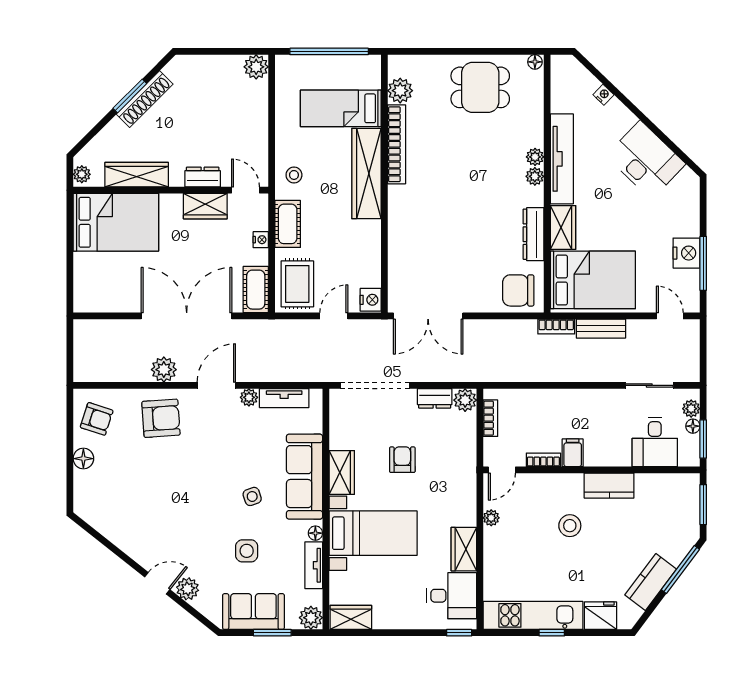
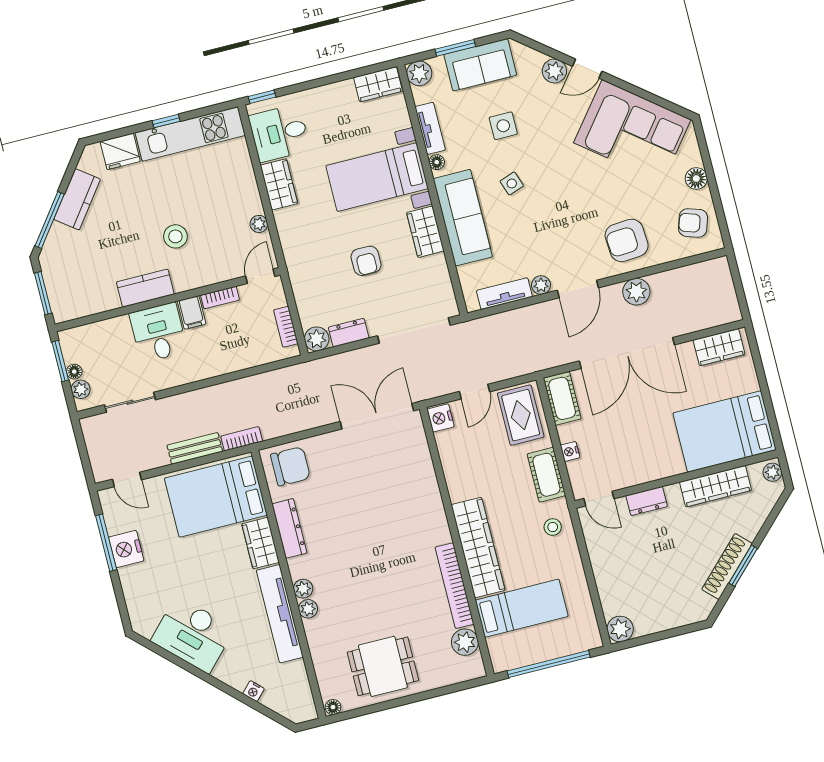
wardrobe: (205, 206) -> (719, 347), moved, turned 180
desk: (655, 442) -> (158, 333), moved
corner sofa: (131, 516) -> (632, 131), added

